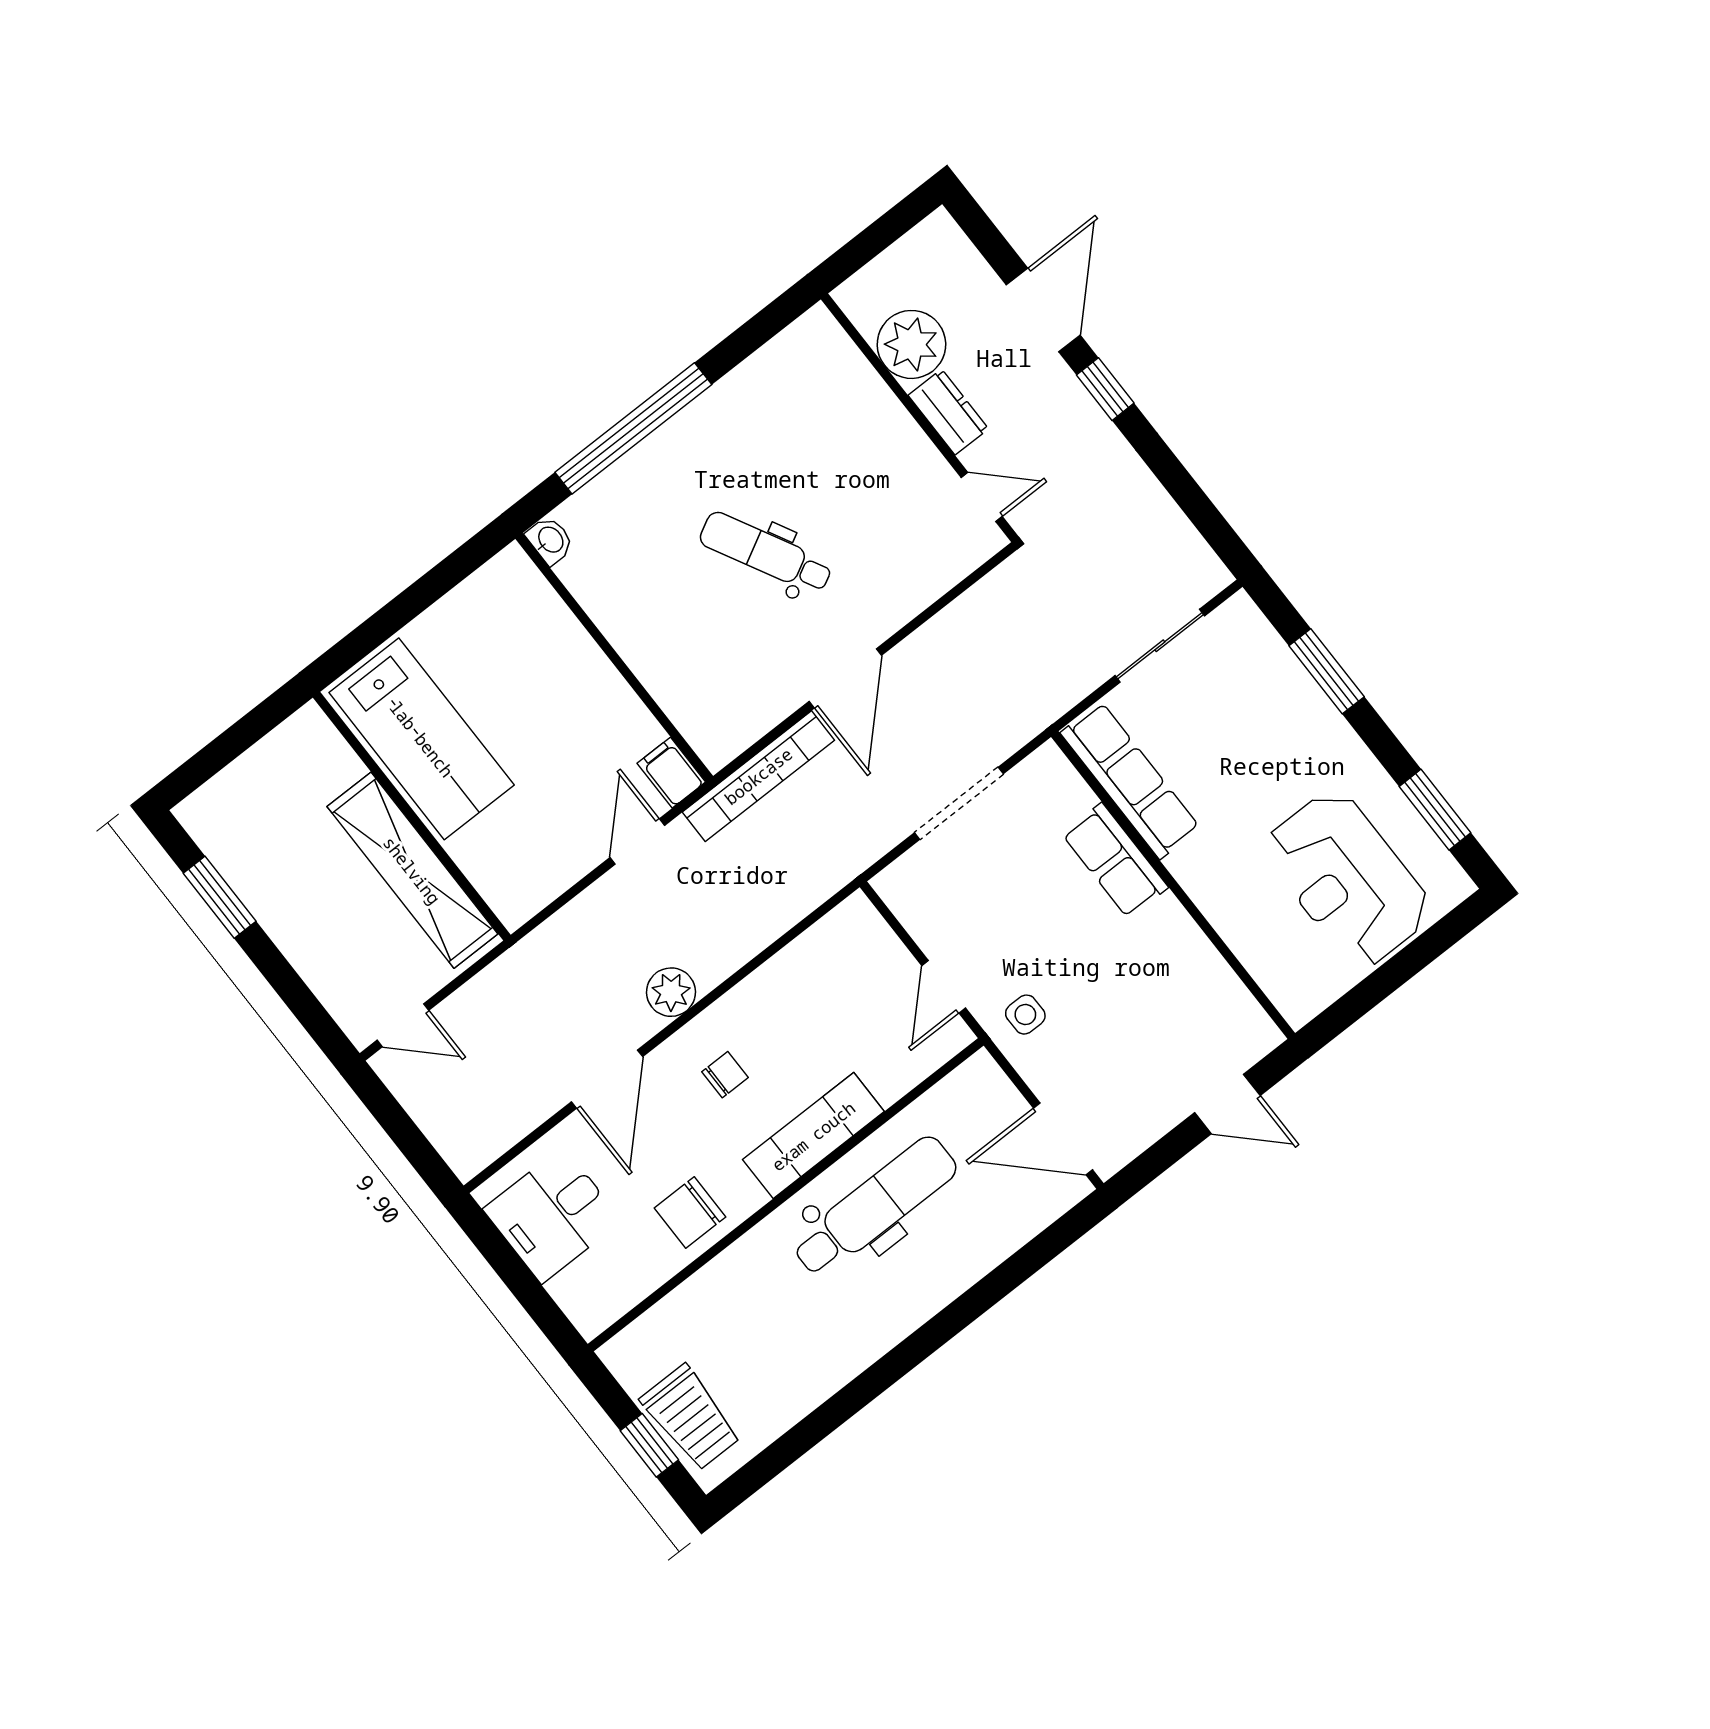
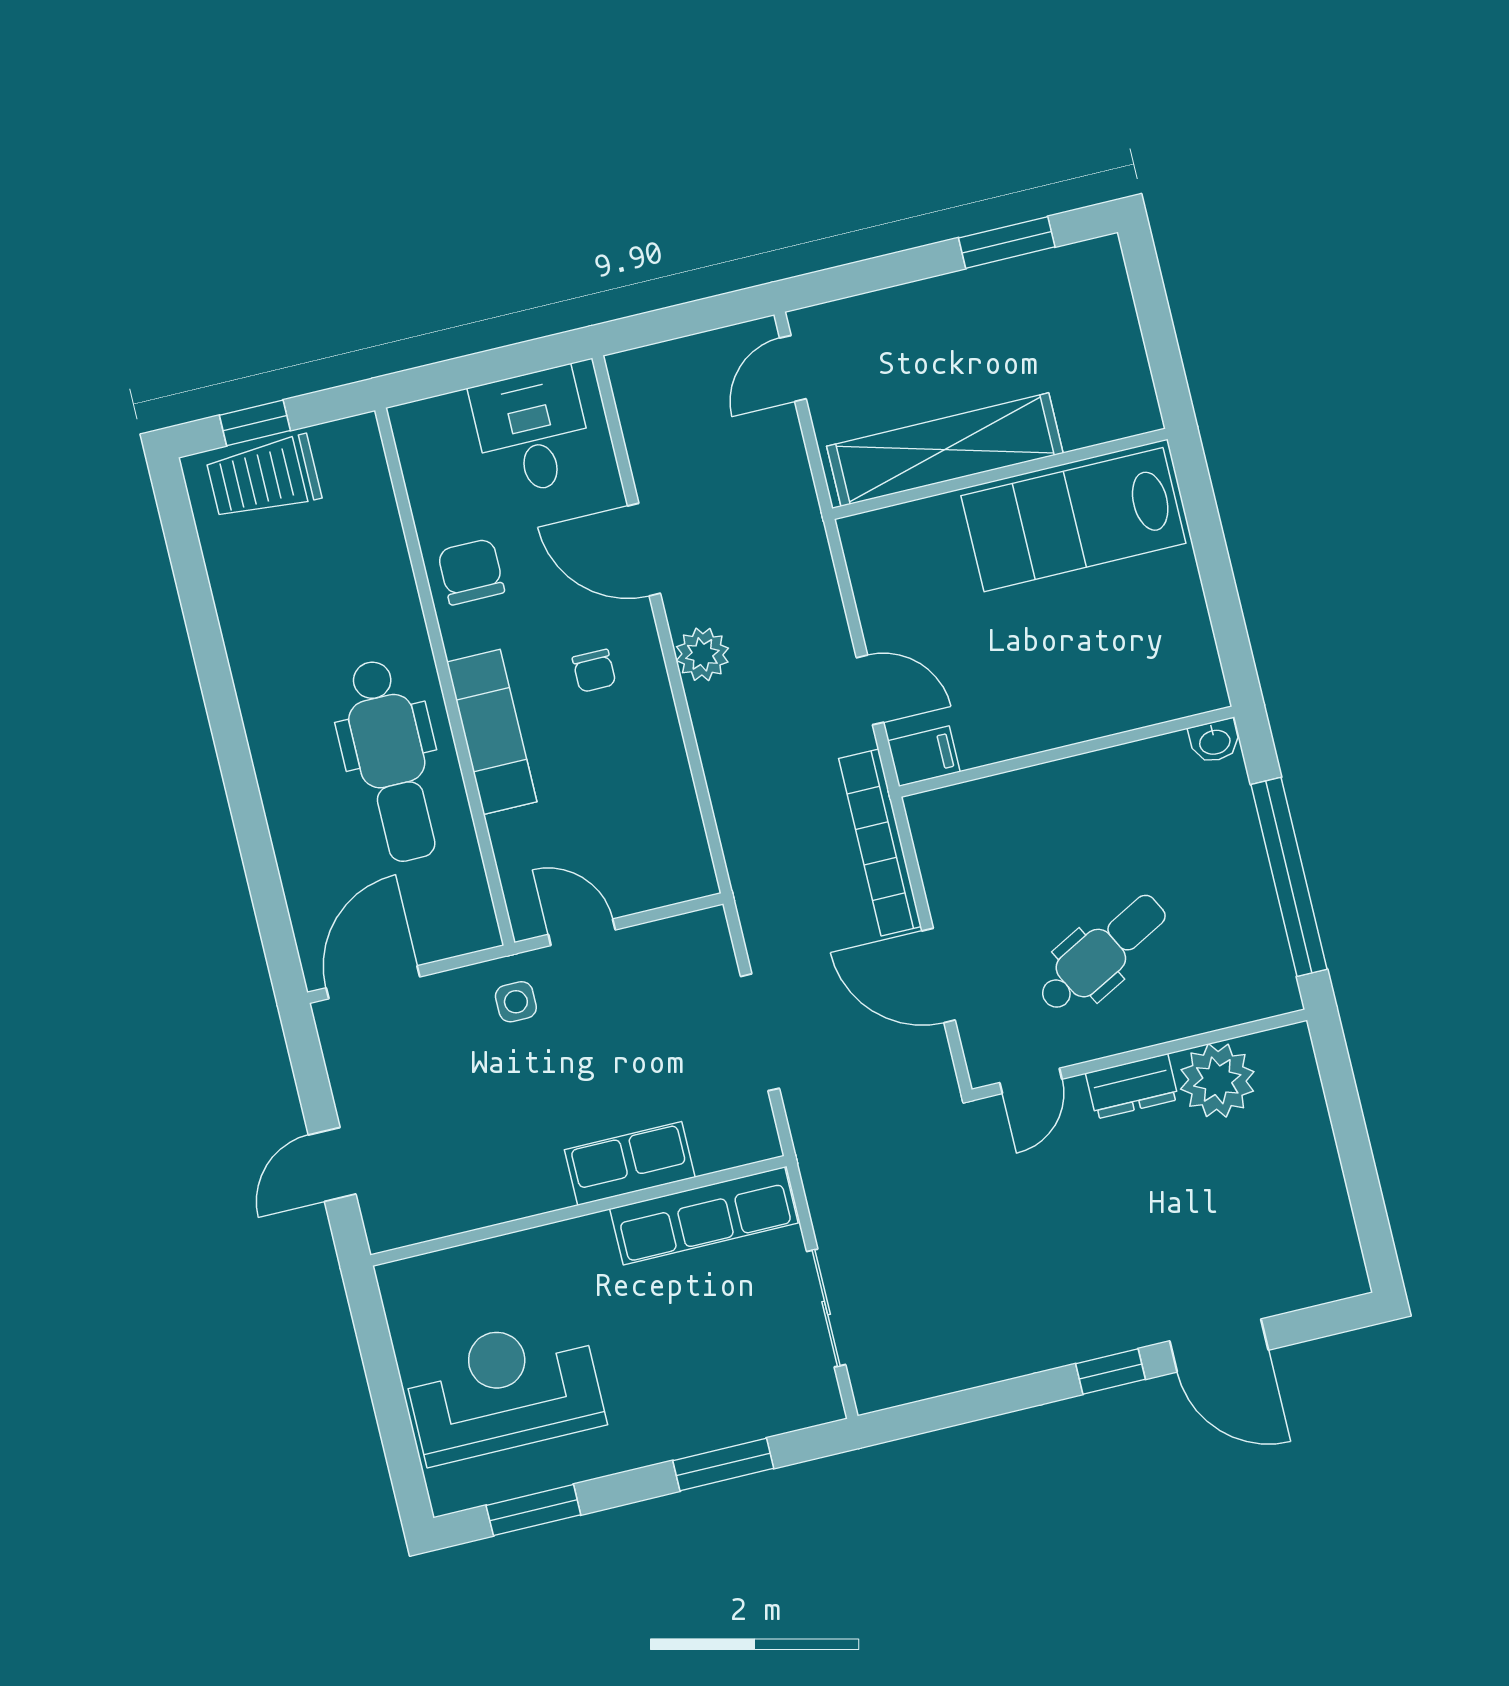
plant: (911, 344) -> (1217, 1080), moved
dresser: (948, 412) -> (1132, 1086), moved
wall: (920, 418) -> (1139, 1055), moved
door: (982, 497) -> (1031, 1081), moved

